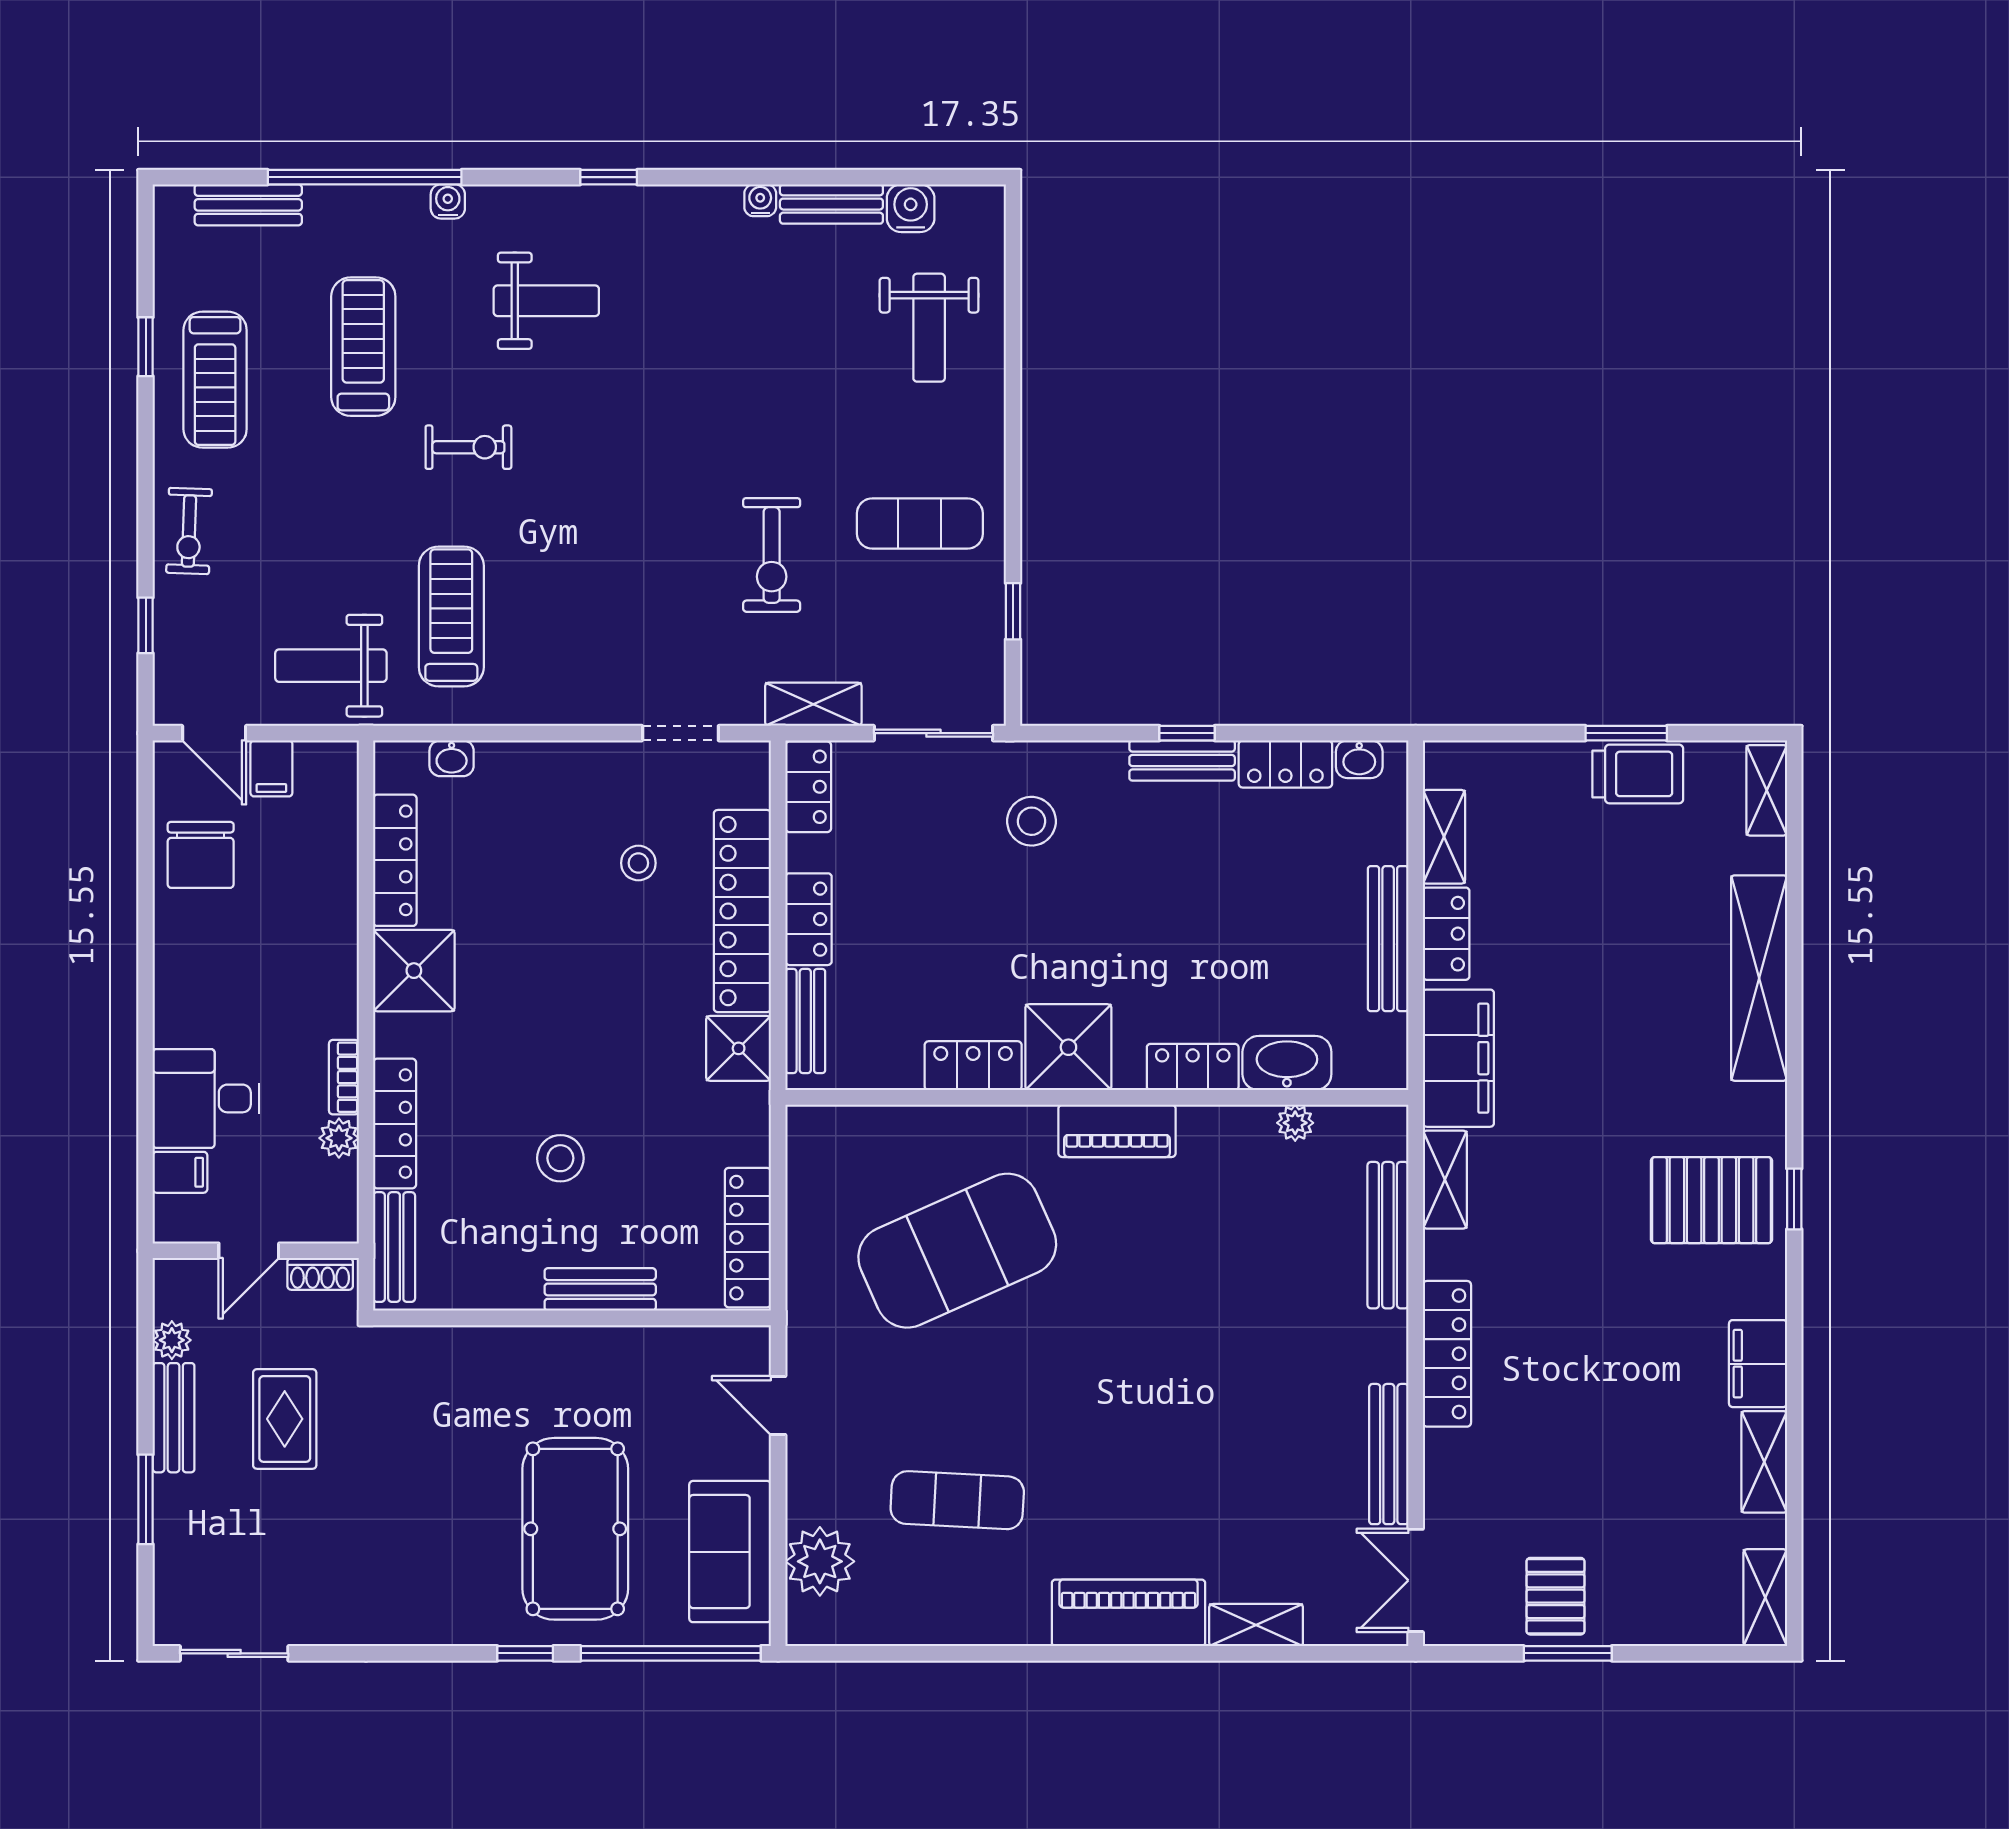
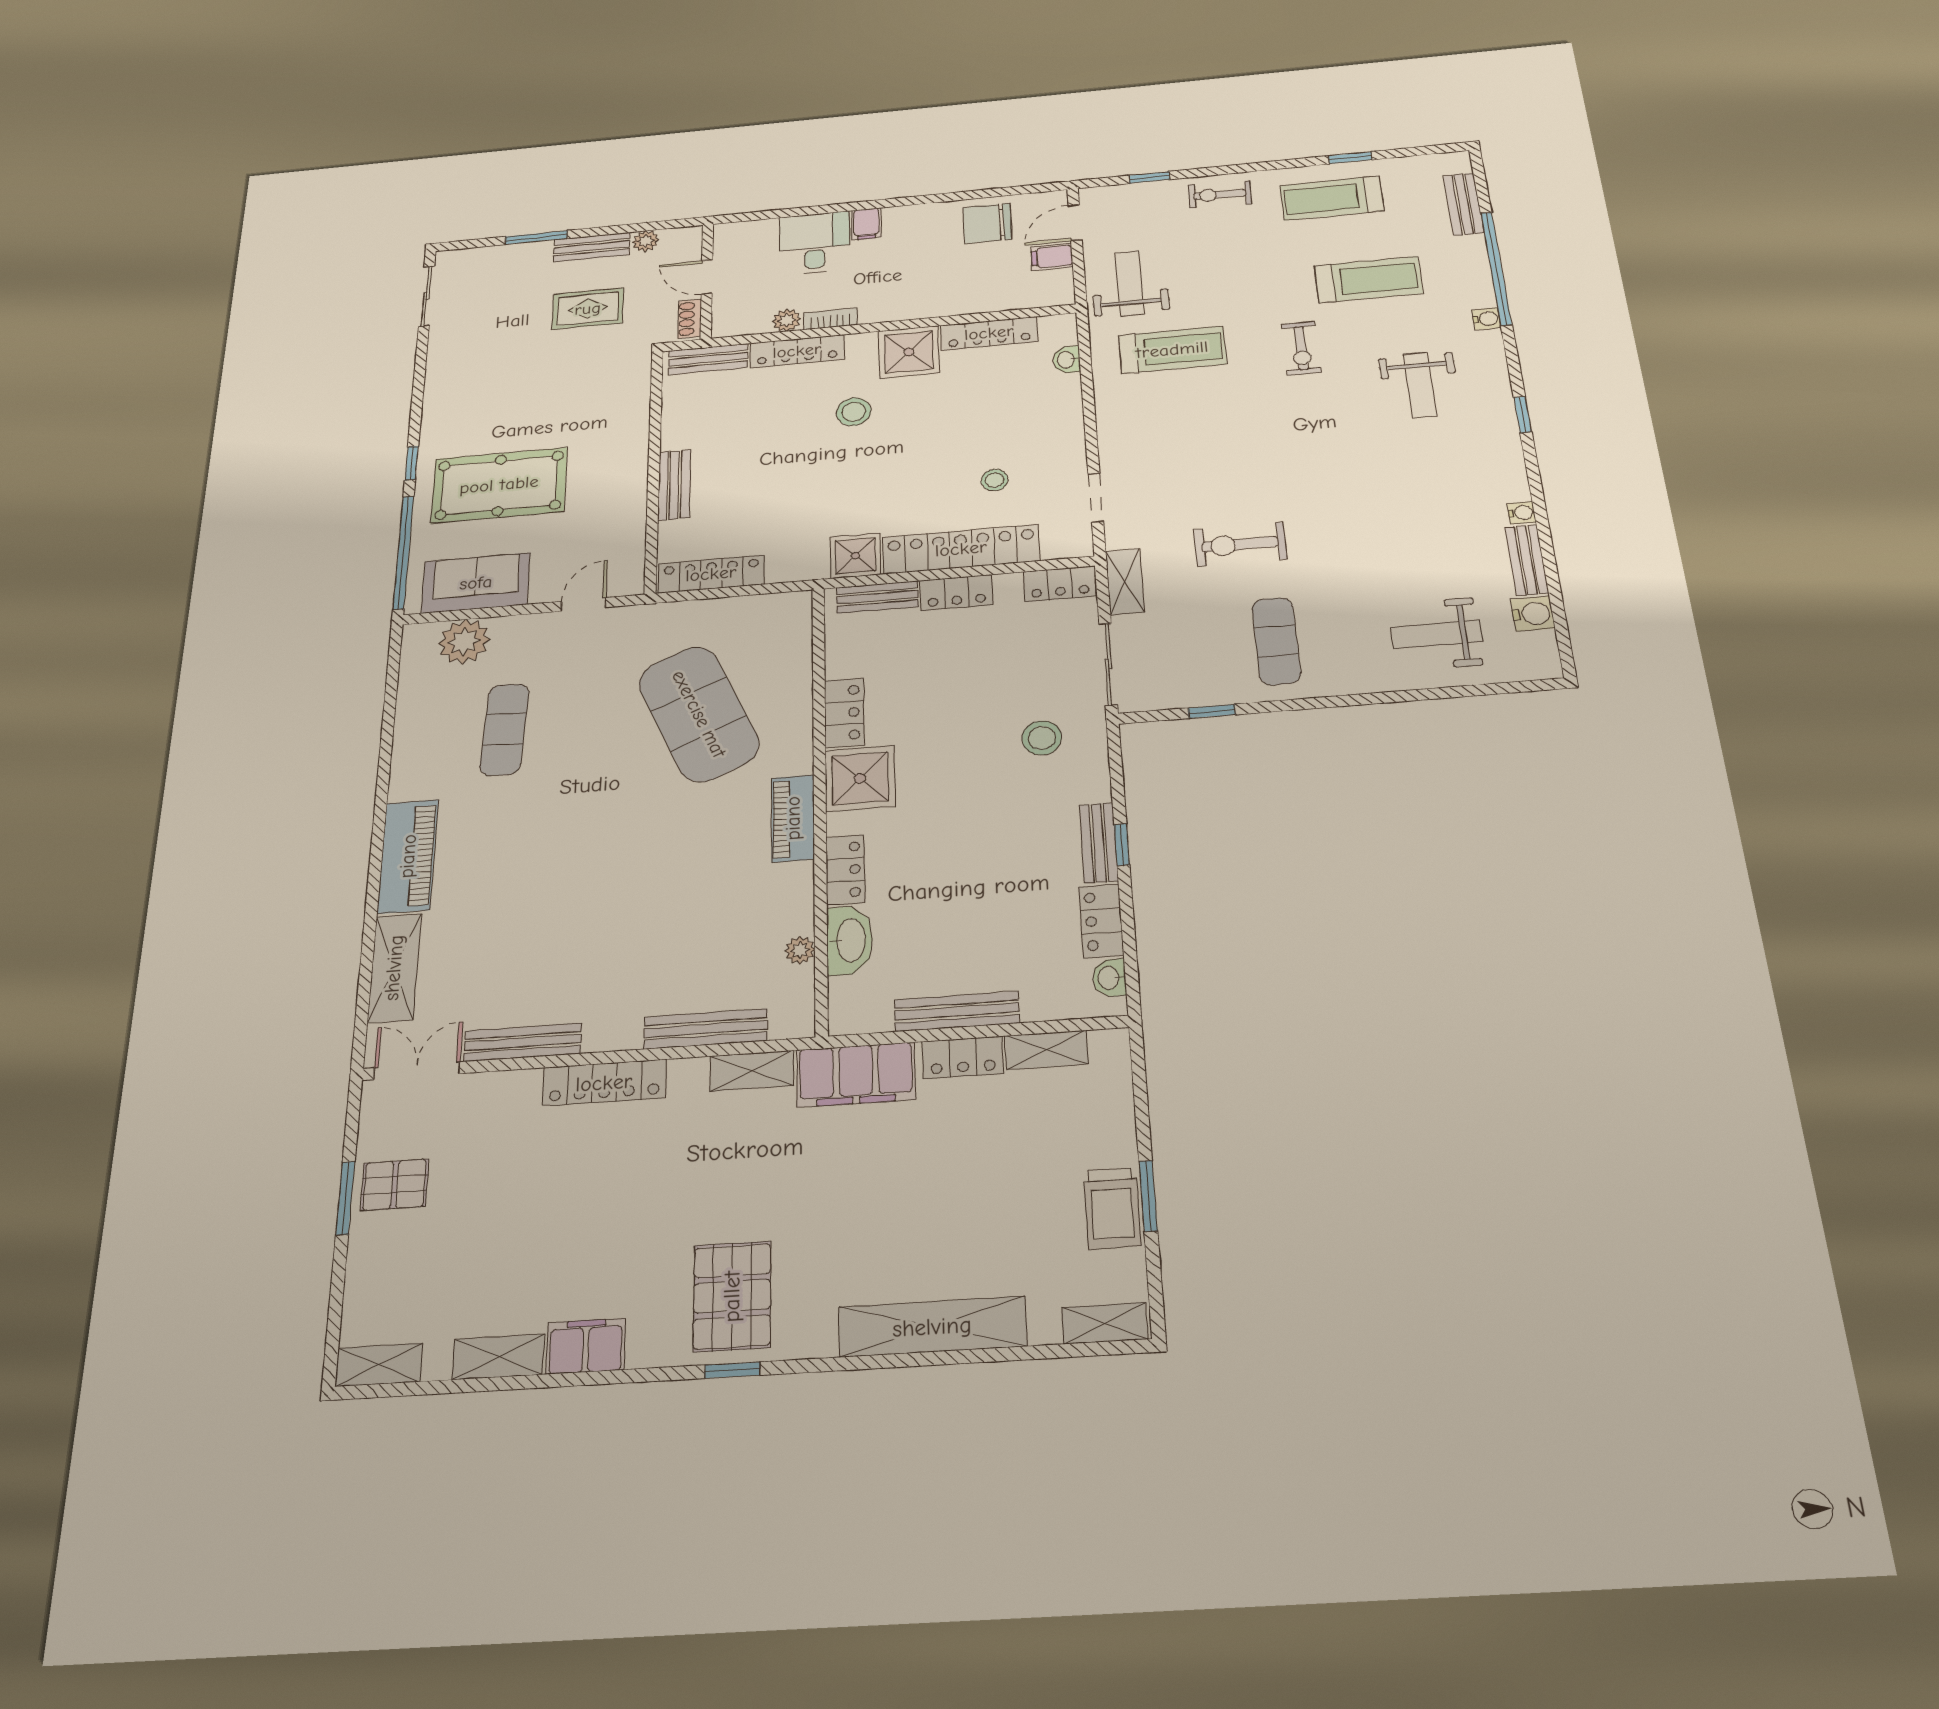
stool: (560, 1158) -> (854, 412), moved
filing cabinet: (180, 1172) -> (866, 224), moved
shelving: (1256, 1625) -> (394, 968), width x1.50, depth x1.33

